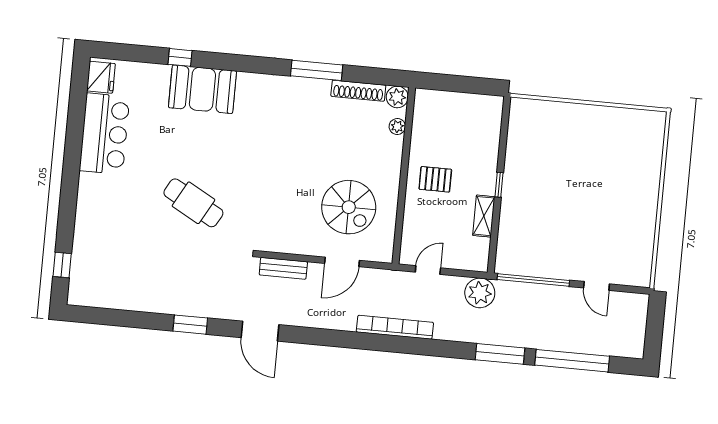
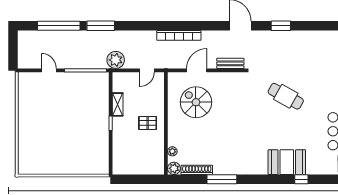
bookcase: (395, 327) -> (179, 35), moved

